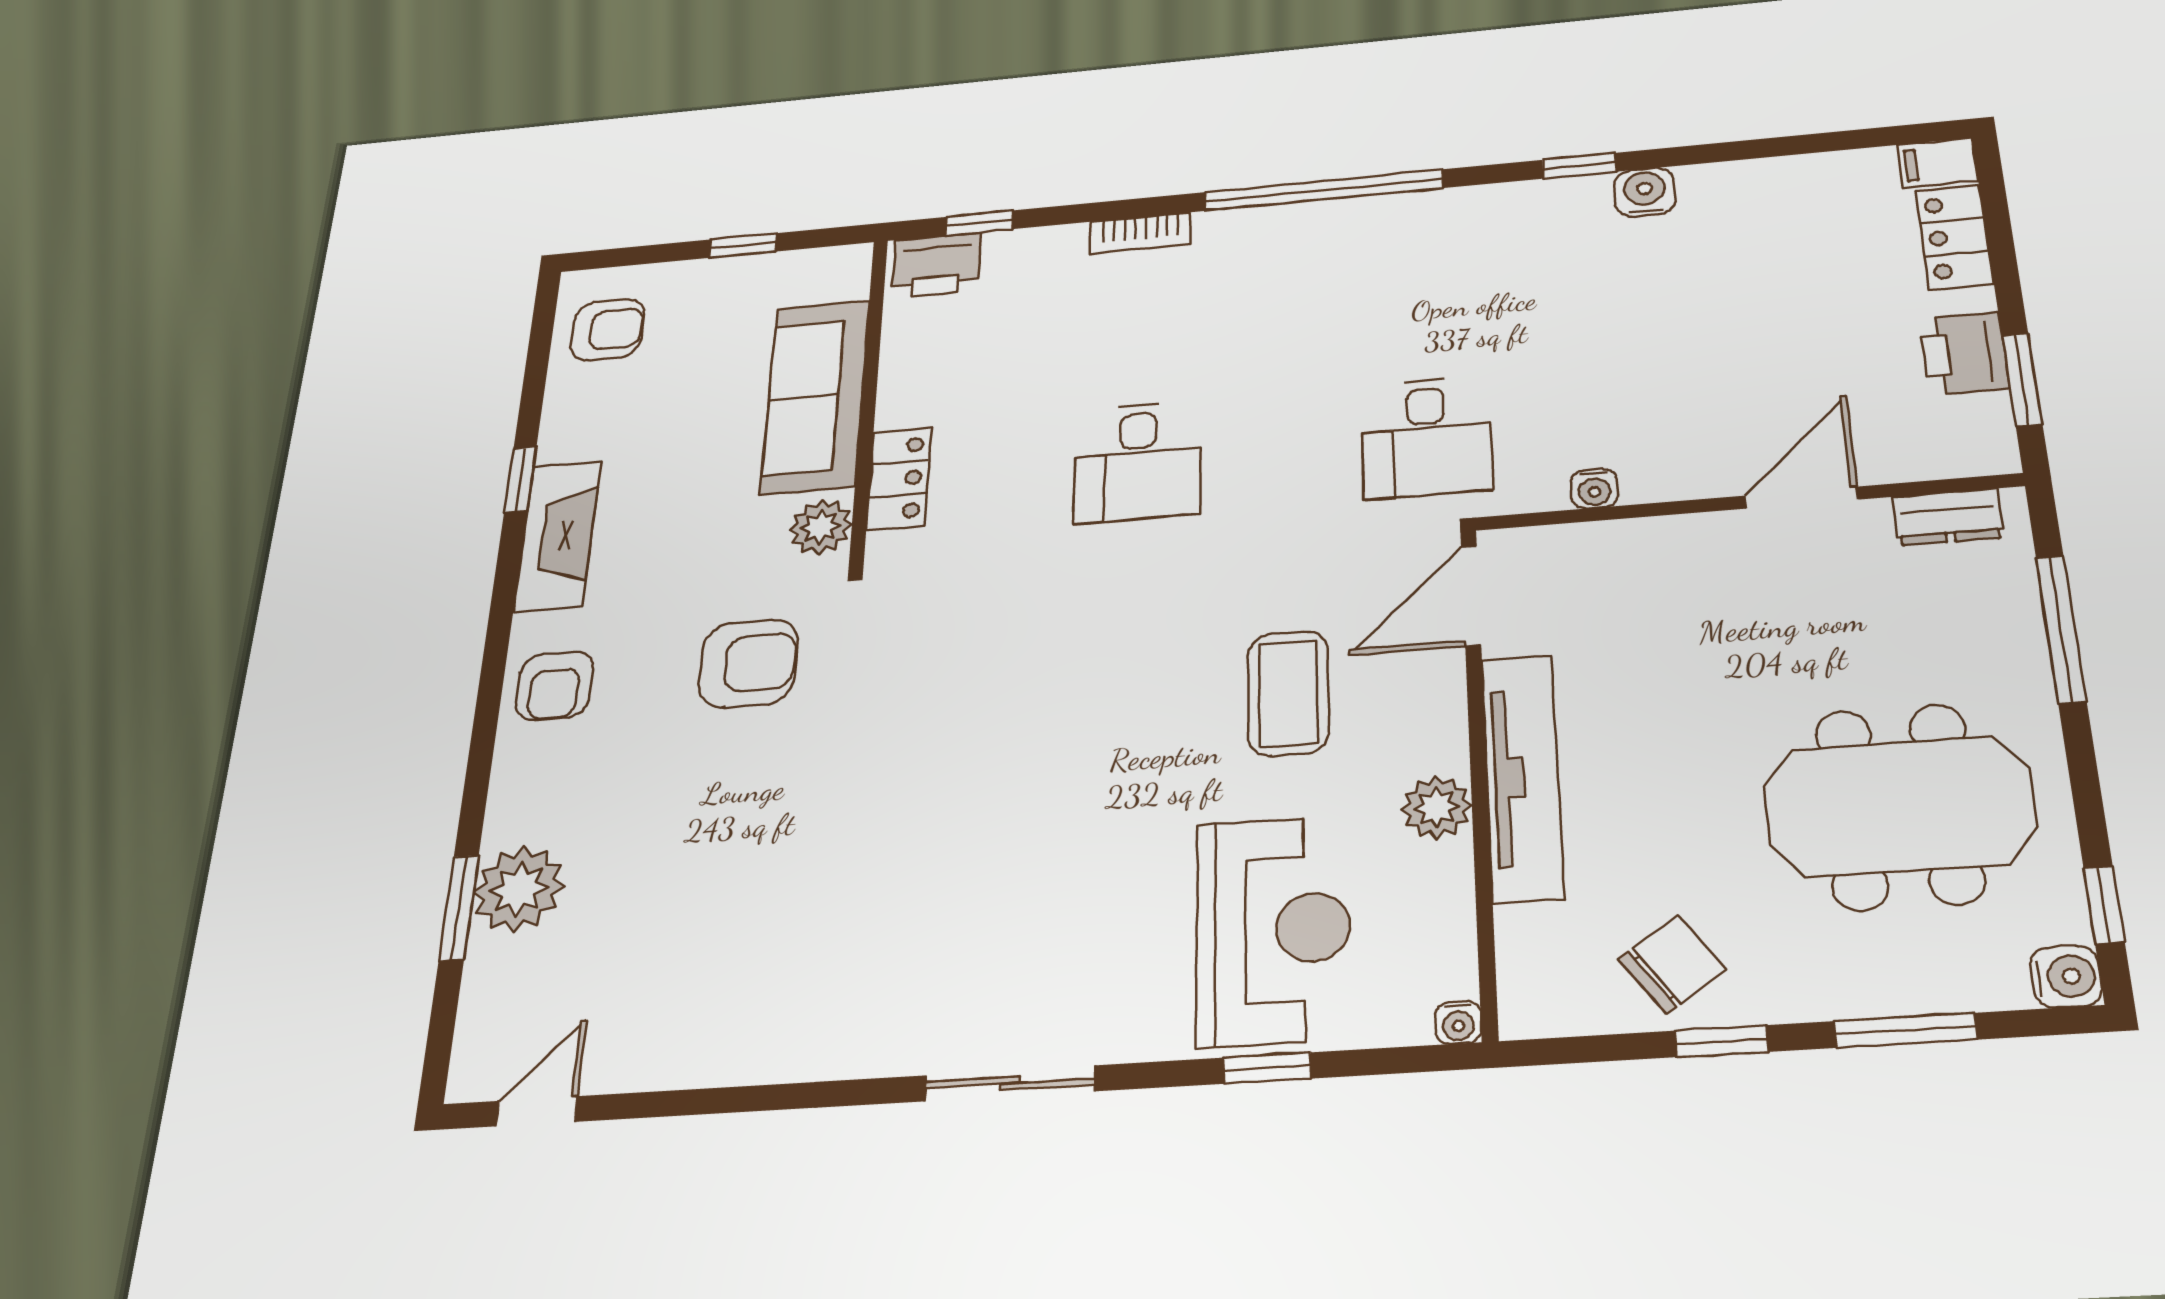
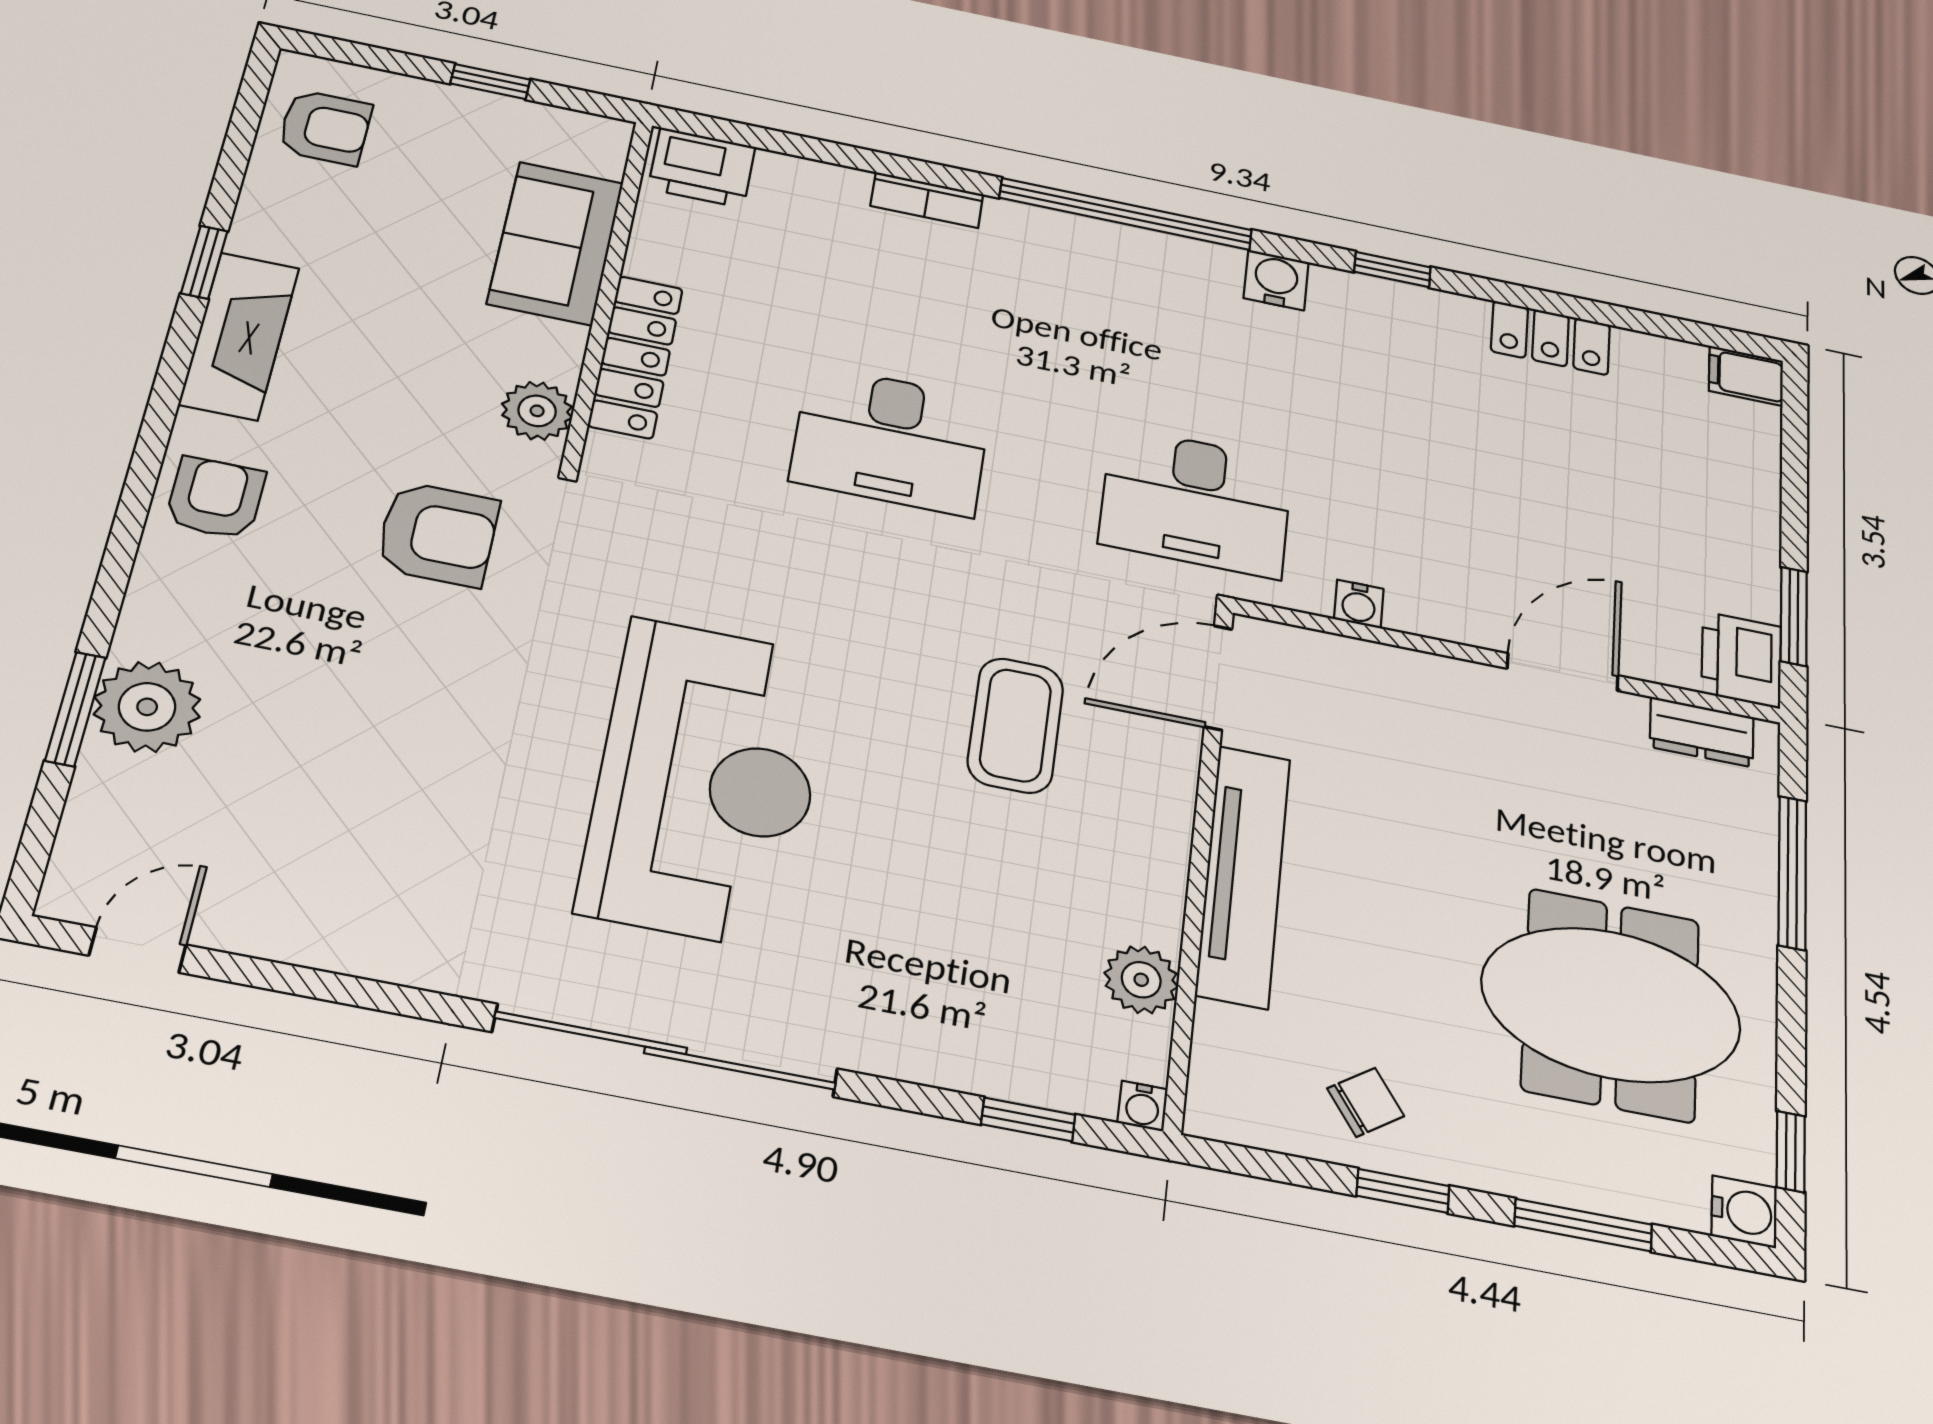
water cooler: (1645, 192) -> (1276, 280), moved
window: (979, 223) -> (755, 137), removed
locker: (1954, 237) -> (1551, 338), moved, turned -90
printer: (1964, 353) -> (1741, 660), moved
sofa: (815, 396) -> (556, 243), width x0.73
desk: (1426, 437) -> (1196, 502), width x1.37
desk: (1138, 462) -> (891, 440), width x1.37
locker: (899, 479) -> (636, 357), width x1.53
armchair: (555, 686) -> (215, 498), turned 180
plant: (1436, 808) -> (1141, 980), moved
reception desk: (1273, 930) -> (706, 782), moved, width x1.36, depth x1.30
chair: (1672, 964) -> (1366, 1102), width x0.73, depth x0.73
window: (1267, 1068) -> (1028, 1119), moved
sliding door: (1010, 1083) -> (666, 1050), width x1.86

